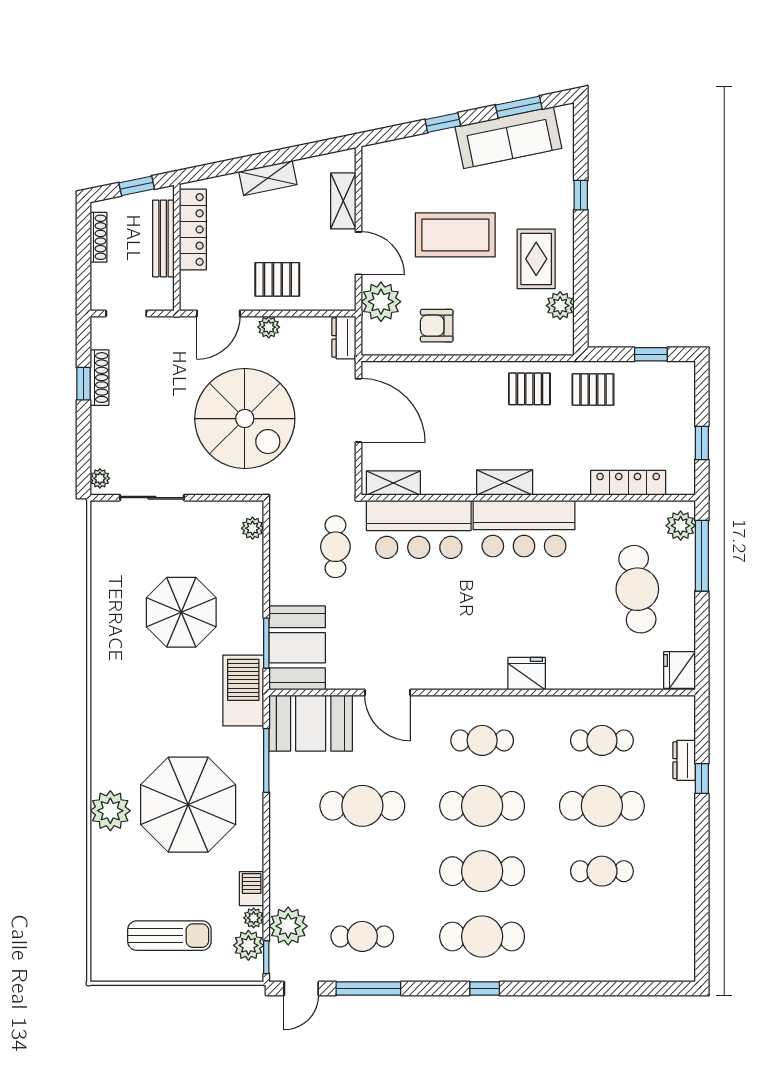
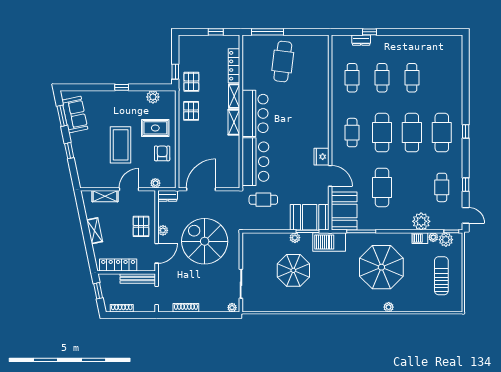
sofa: (508, 138) -> (75, 115), width x0.73
window: (581, 195) -> (122, 87), moved
bench: (163, 238) -> (138, 278), moved
rug: (536, 259) -> (155, 128), moved
plant: (381, 302) -> (155, 183), width x0.53, depth x0.53
door: (218, 313) -> (157, 253), hinge flipped
armchair: (437, 326) -> (162, 153), turned 180
window: (651, 354) -> (175, 72), moved
window: (83, 384) -> (189, 315), removed
spiral stairs: (245, 419) -> (205, 241), turned -90
shelving: (393, 483) -> (234, 96), moved
plant: (681, 526) -> (254, 42), removed
plant: (253, 528) -> (295, 238), moved
cafe table: (637, 589) -> (283, 61), turned -76
fridge: (679, 670) -> (320, 42), removed
fridge: (527, 674) -> (321, 157), moved
door: (388, 692) -> (330, 176), hinge flipped
cafe table: (602, 806) -> (382, 78), width x0.73, depth x0.74
plant: (110, 811) -> (389, 307), width x0.53, depth x0.53
plant: (288, 926) -> (421, 221), moved
window: (368, 988) -> (466, 185), width x0.46

